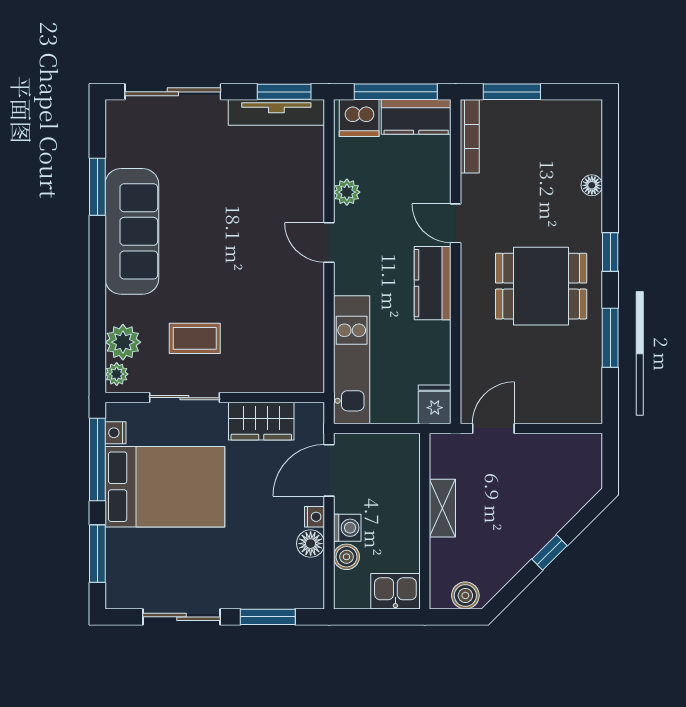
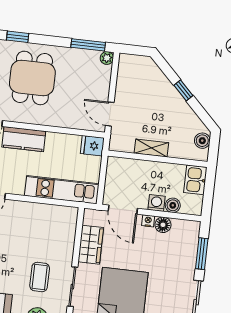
window: (610, 338) -> (88, 45), moved
plant: (591, 412) -> (107, 58), added

